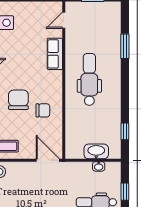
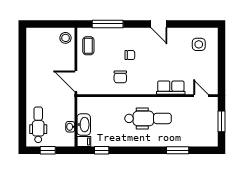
chair: (18, 100) -> (130, 55), width x0.54, depth x0.54
filing cabinet: (115, 151) -> (84, 141), added
door: (48, 160) -> (76, 81), swing flipped

